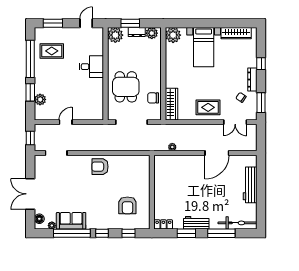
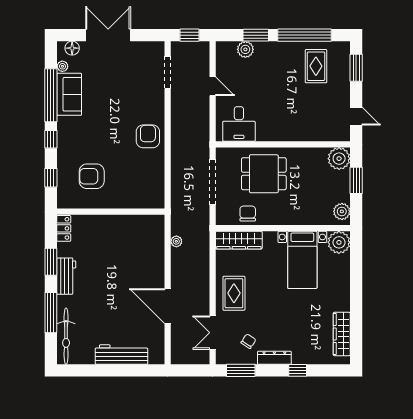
dresser: (137, 32) -> (343, 190), removed
bed with nightstands: (204, 47) -> (302, 260), moved, turned -90
desk: (92, 67) -> (239, 124), moved

